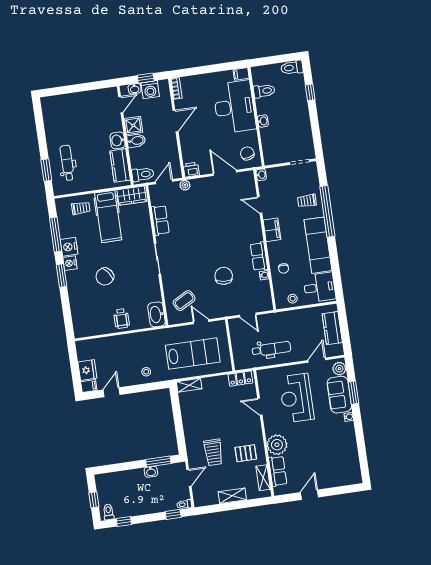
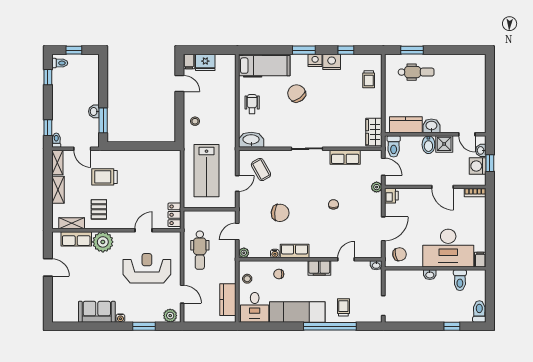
hospital bed: (108, 216) -> (264, 66), moved, turned 180
chair: (208, 225) -> (333, 204), added
window: (56, 235) -> (346, 50), width x0.46
plant: (268, 306) -> (244, 253), added
wheelchair: (121, 319) -> (252, 104), turned 90
kitchen counter: (332, 328) -> (228, 300), moved, turned -90
shelving: (189, 385) -> (57, 163), moved
sofa: (339, 395) -> (97, 312), moved

